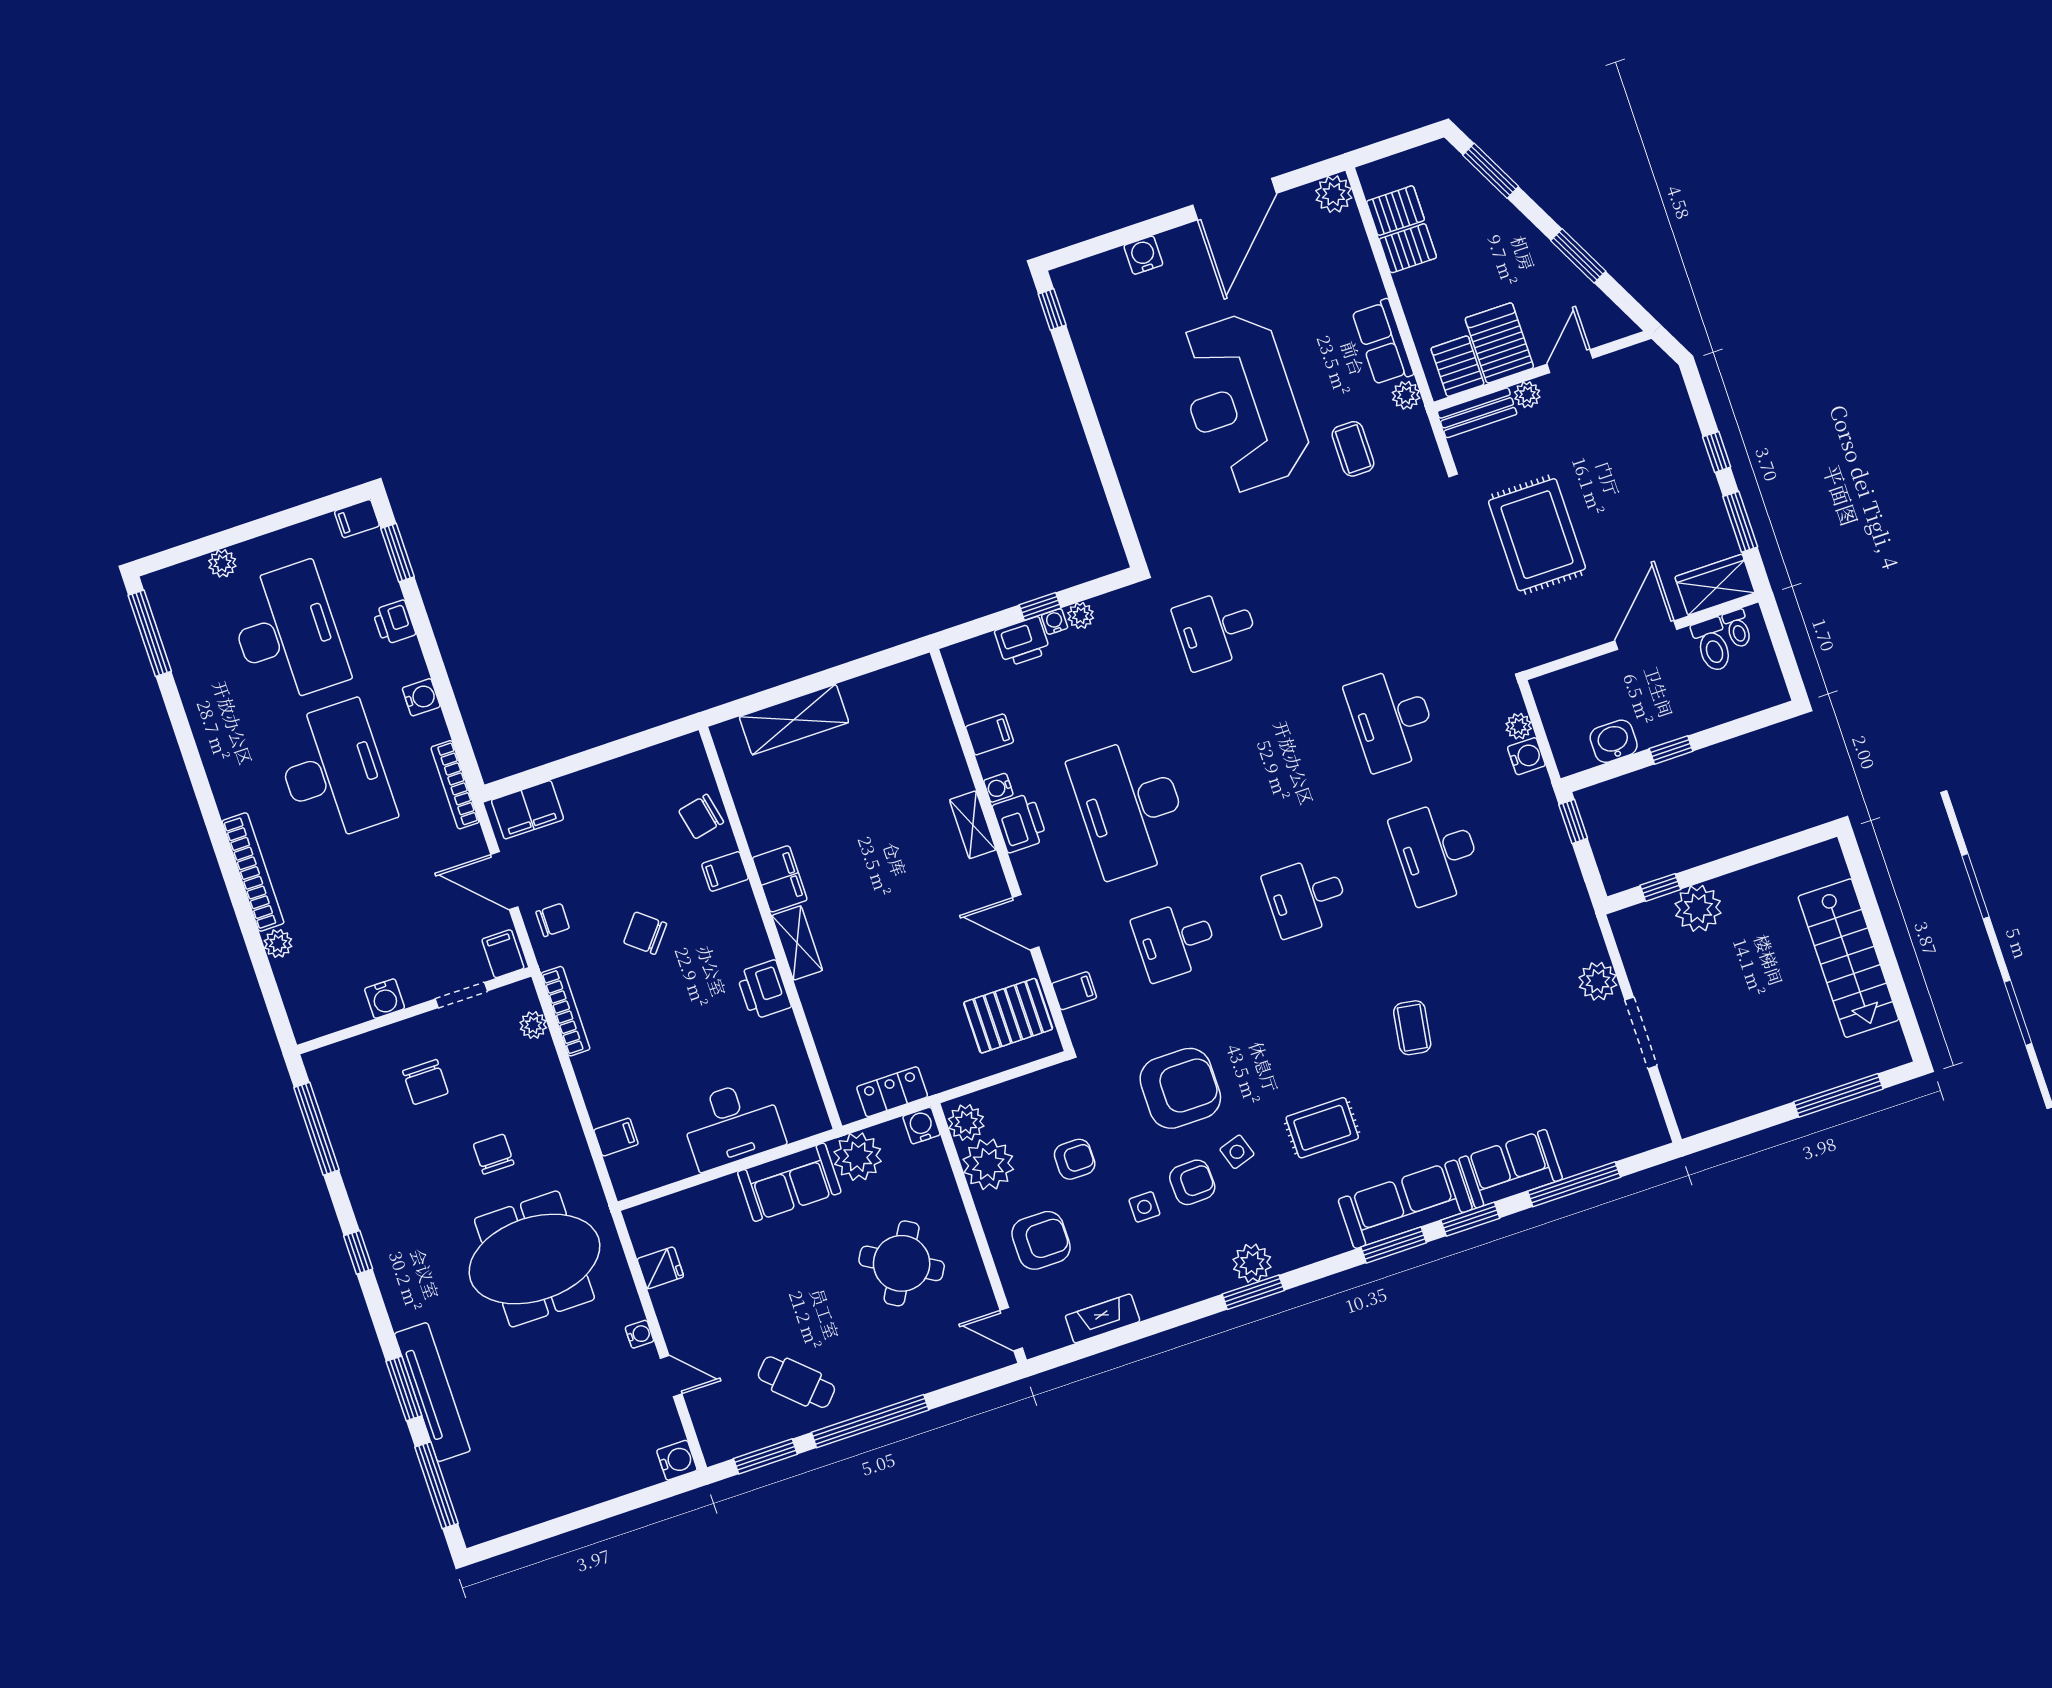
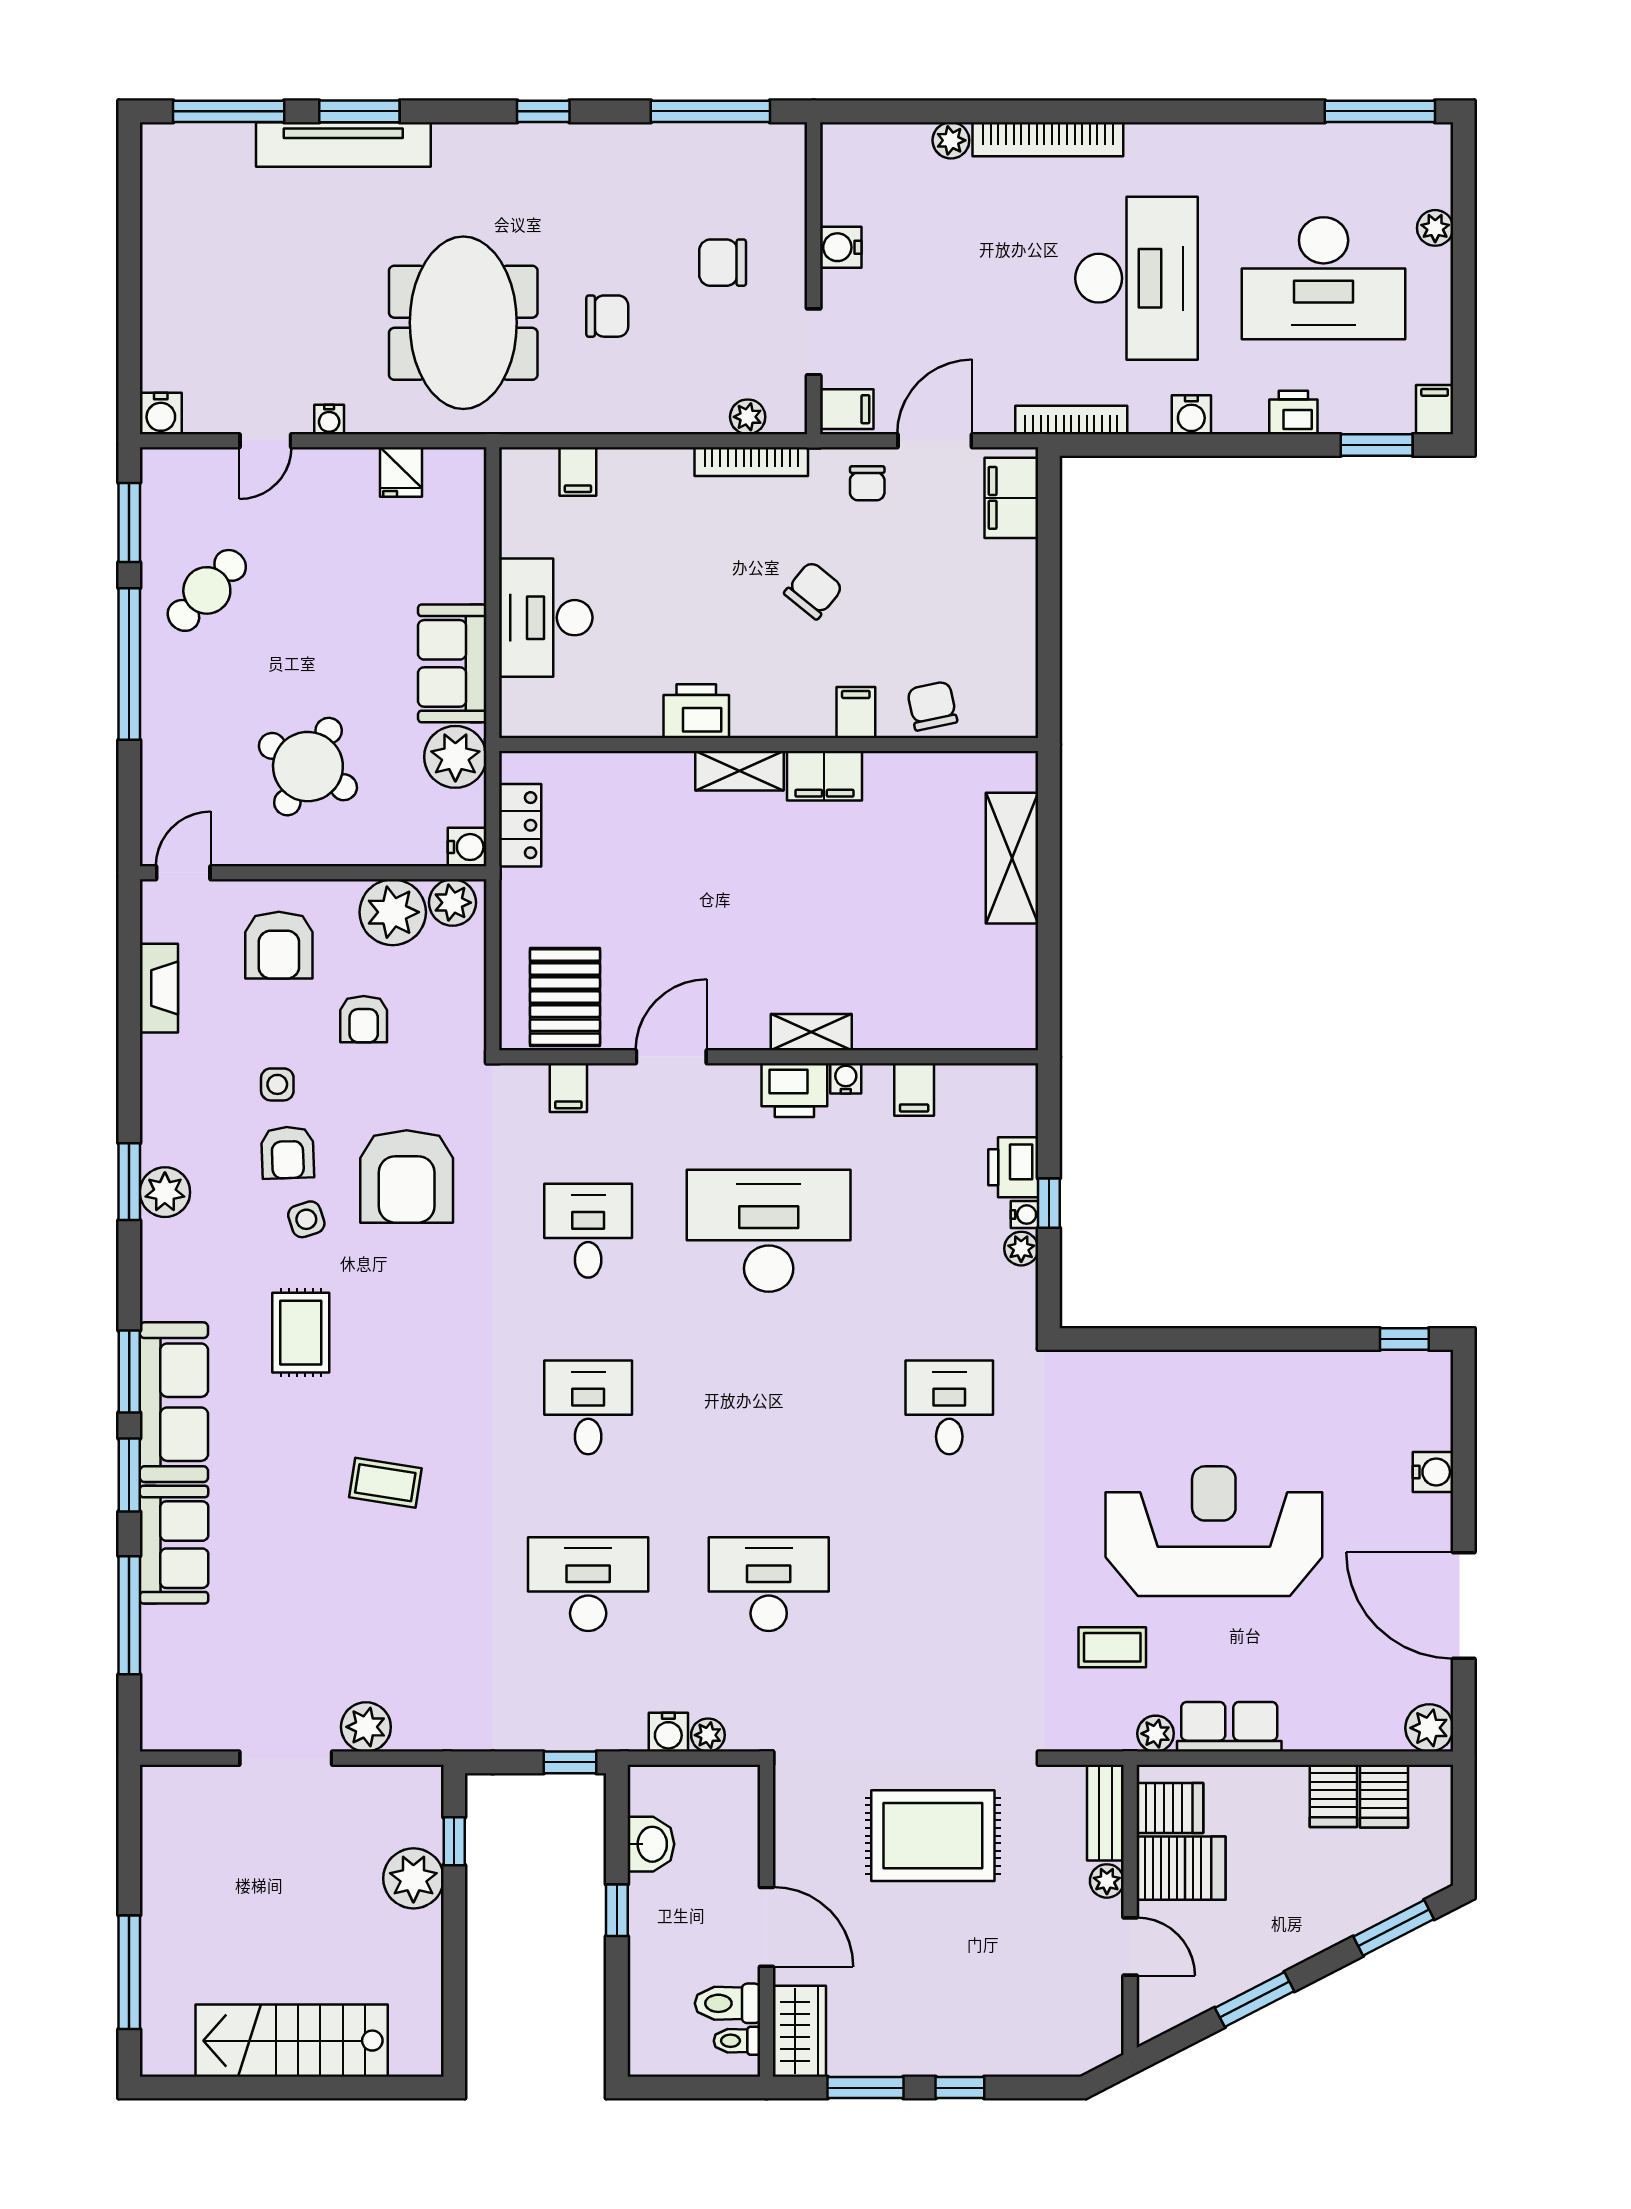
desk: (334, 772) -> (1137, 278), turned -90

